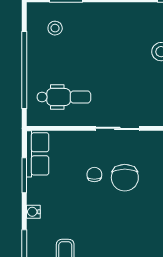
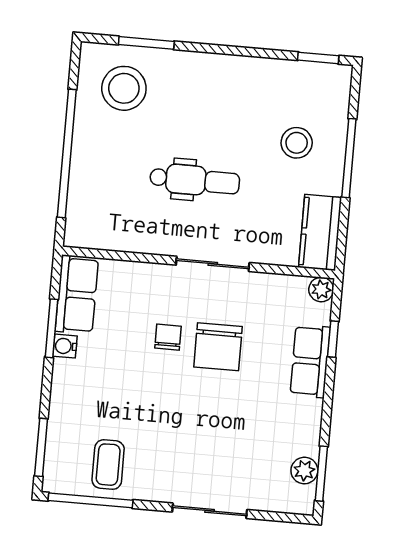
stool: (55, 28) -> (124, 88), width x1.89, depth x1.89
dental chair: (64, 97) -> (195, 180), moved
water cooler: (33, 212) -> (65, 346), moved

